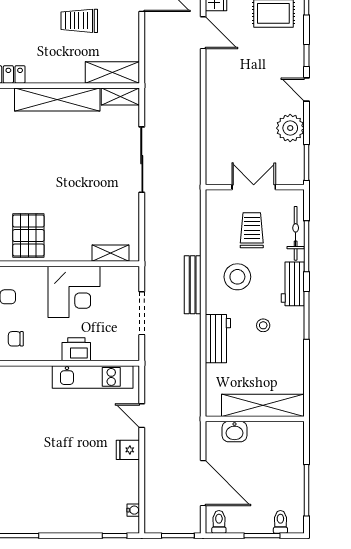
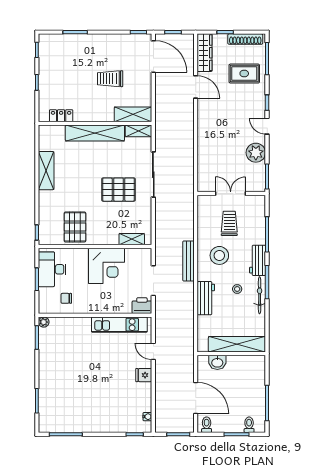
pallet: (91, 181) -> (118, 190), added
bicycle: (296, 233) -> (260, 295), moved
printer: (76, 349) -> (142, 306), moved

